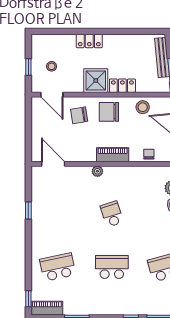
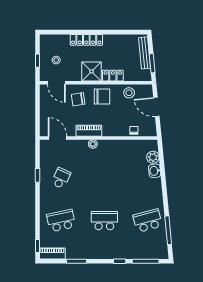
locker: (89, 41) -> (86, 40), width x1.53
chair: (109, 112) -> (102, 97), turned 180
piano: (113, 155) -> (89, 131), moved
school desk: (112, 214) -> (61, 178), moved, turned 42

